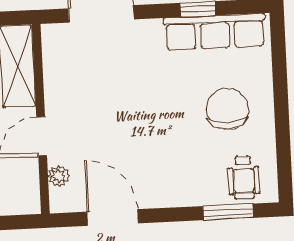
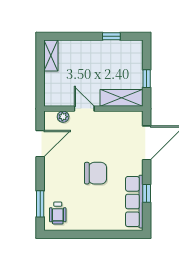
chair: (227, 109) -> (96, 173), moved
wheelchair: (244, 177) -> (58, 213), turned -90

